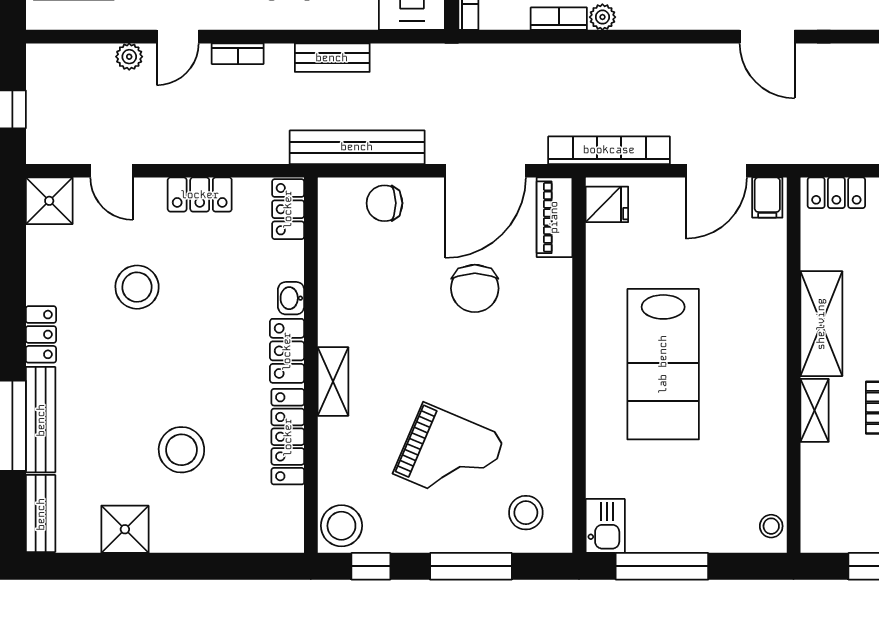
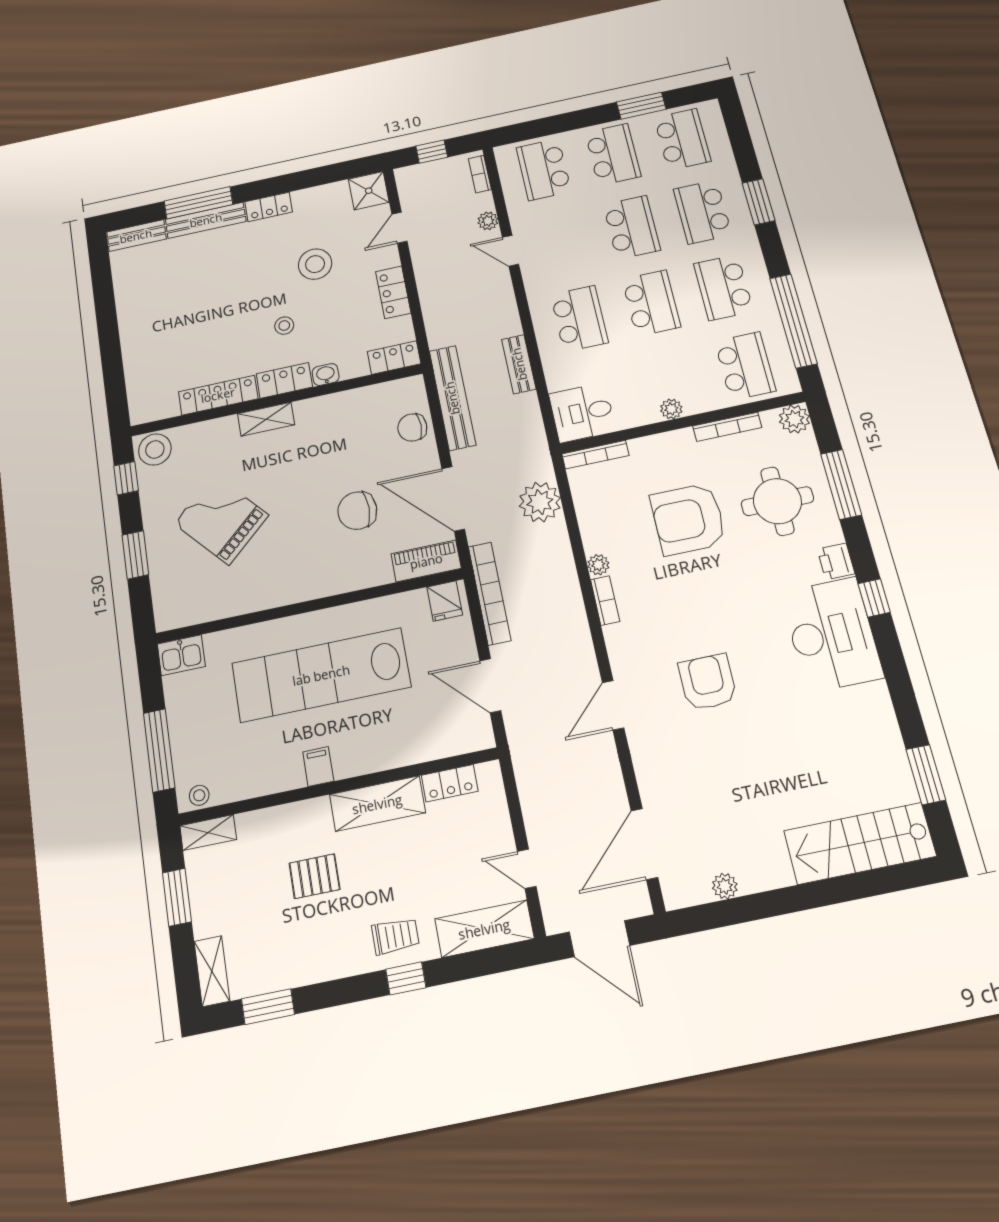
bookcase: (559, 19) -> (605, 601), moved
bookcase: (238, 54) -> (480, 174), moved
plant: (512, 69) -> (540, 502), added
locker: (836, 193) -> (450, 783), moved, turned -90
filing cabinet: (767, 198) -> (318, 767), moved, turned 90
chair: (384, 203) -> (412, 427), turned -90
lab bench: (663, 364) -> (321, 675), width x1.36
shelving: (814, 410) -> (208, 833), moved
stool: (181, 450) -> (284, 326), moved, width x0.53, depth x0.53
grand piano: (449, 455) -> (221, 519), turned 115
stool: (526, 513) -> (184, 589), removed
shower: (125, 529) -> (132, 295), removed
window: (471, 566) -> (135, 555), width x0.69
window: (662, 566) -> (159, 750), moved

